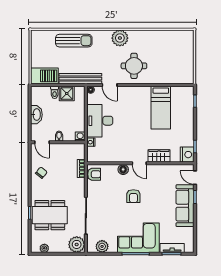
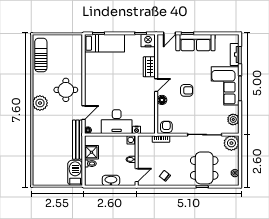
sun lounger: (74, 41) -> (41, 55), moved
bed: (161, 108) -> (104, 43), moved

